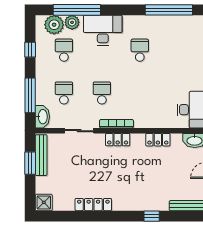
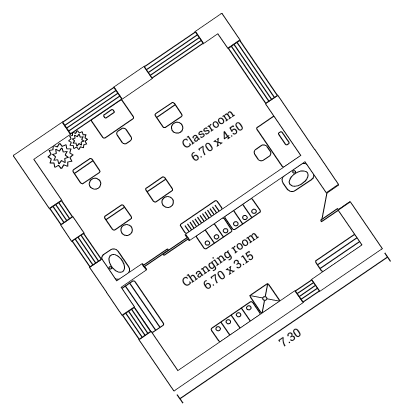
window: (77, 10) -> (92, 111), moved
desk: (103, 30) -> (117, 126), width x0.73
window: (30, 50) -> (61, 213), moved
window: (30, 95) -> (87, 250), width x0.69
sliding door: (79, 131) -> (166, 252), width x1.37
locker: (158, 140) -> (243, 214), moved
shower: (44, 202) -> (265, 299), moved

